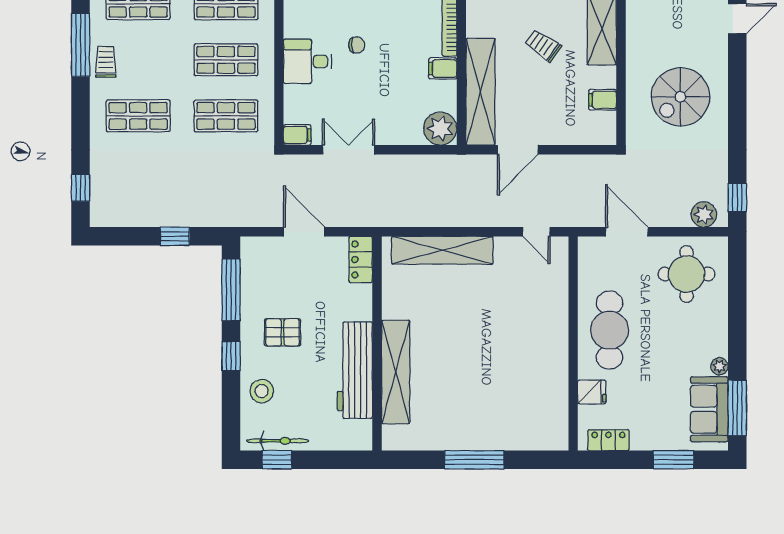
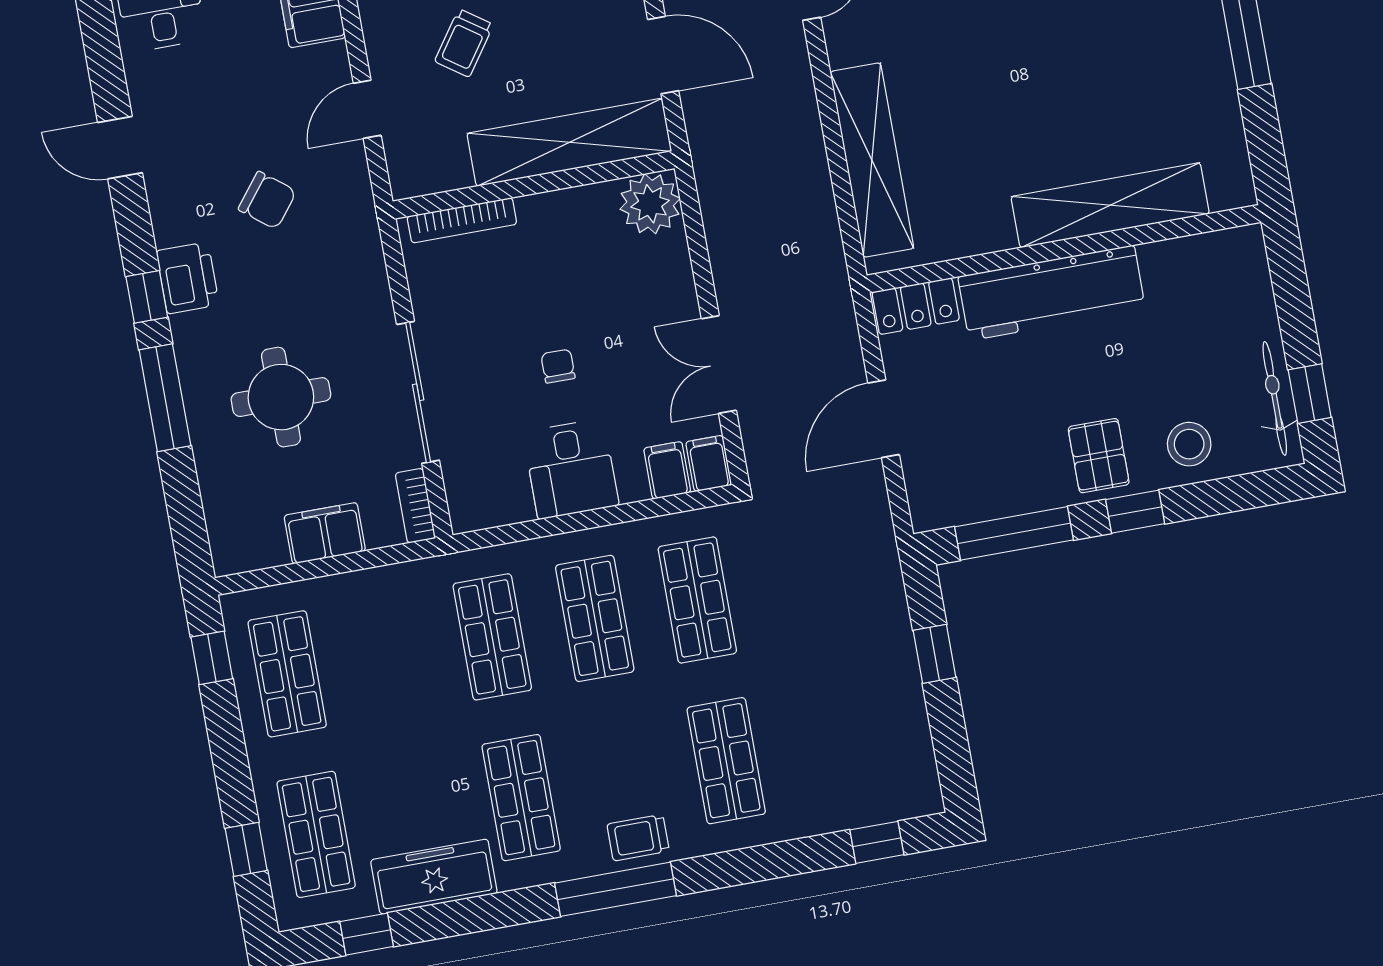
chair: (357, 45) -> (558, 366), moved
filing cabinet: (443, 69) -> (667, 470), moved, turned 180
pallet: (283, 332) -> (1099, 456), moved
workbench: (355, 370) -> (1052, 293), moved

